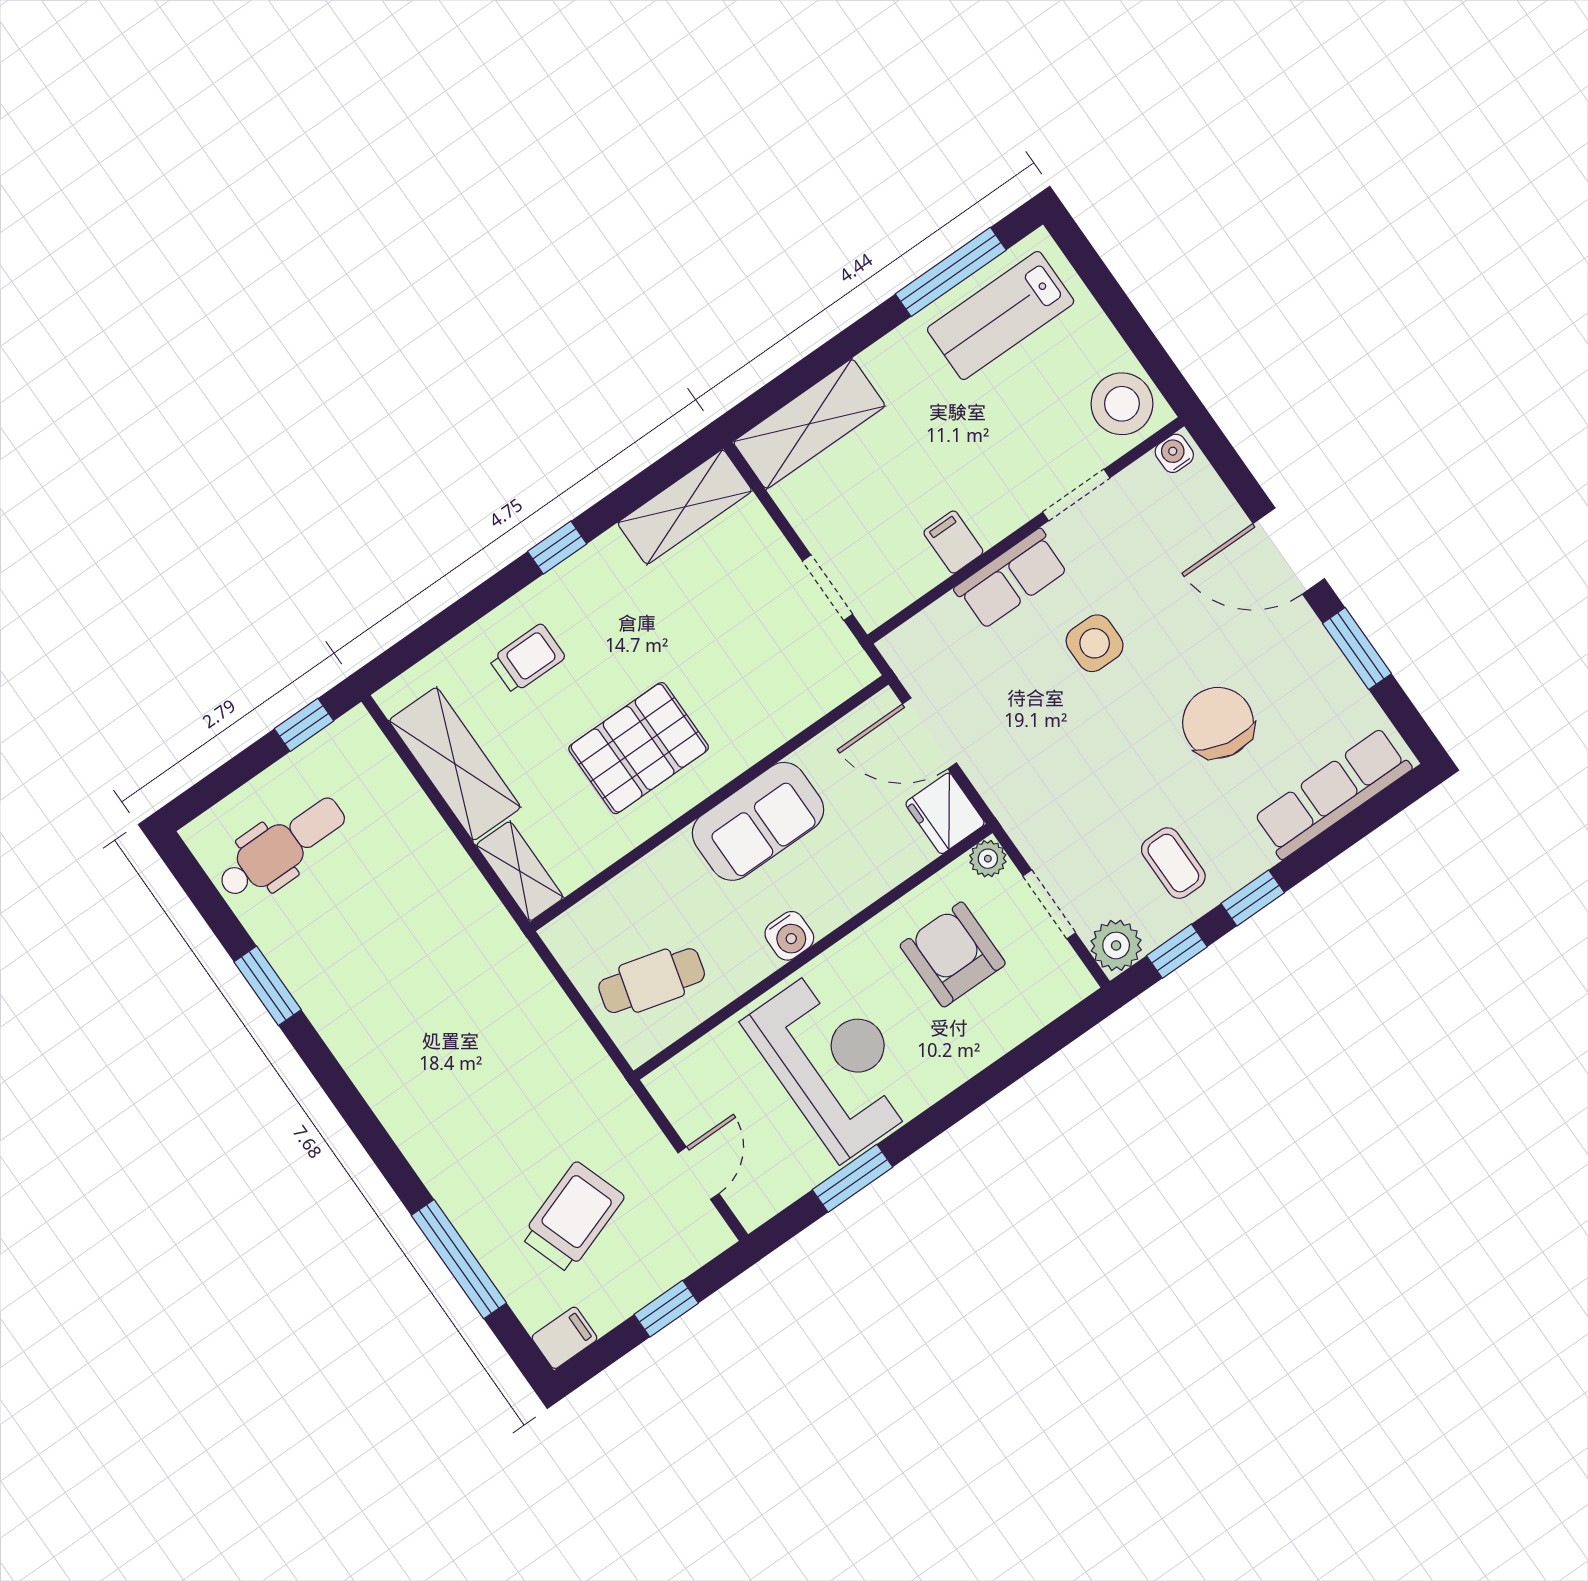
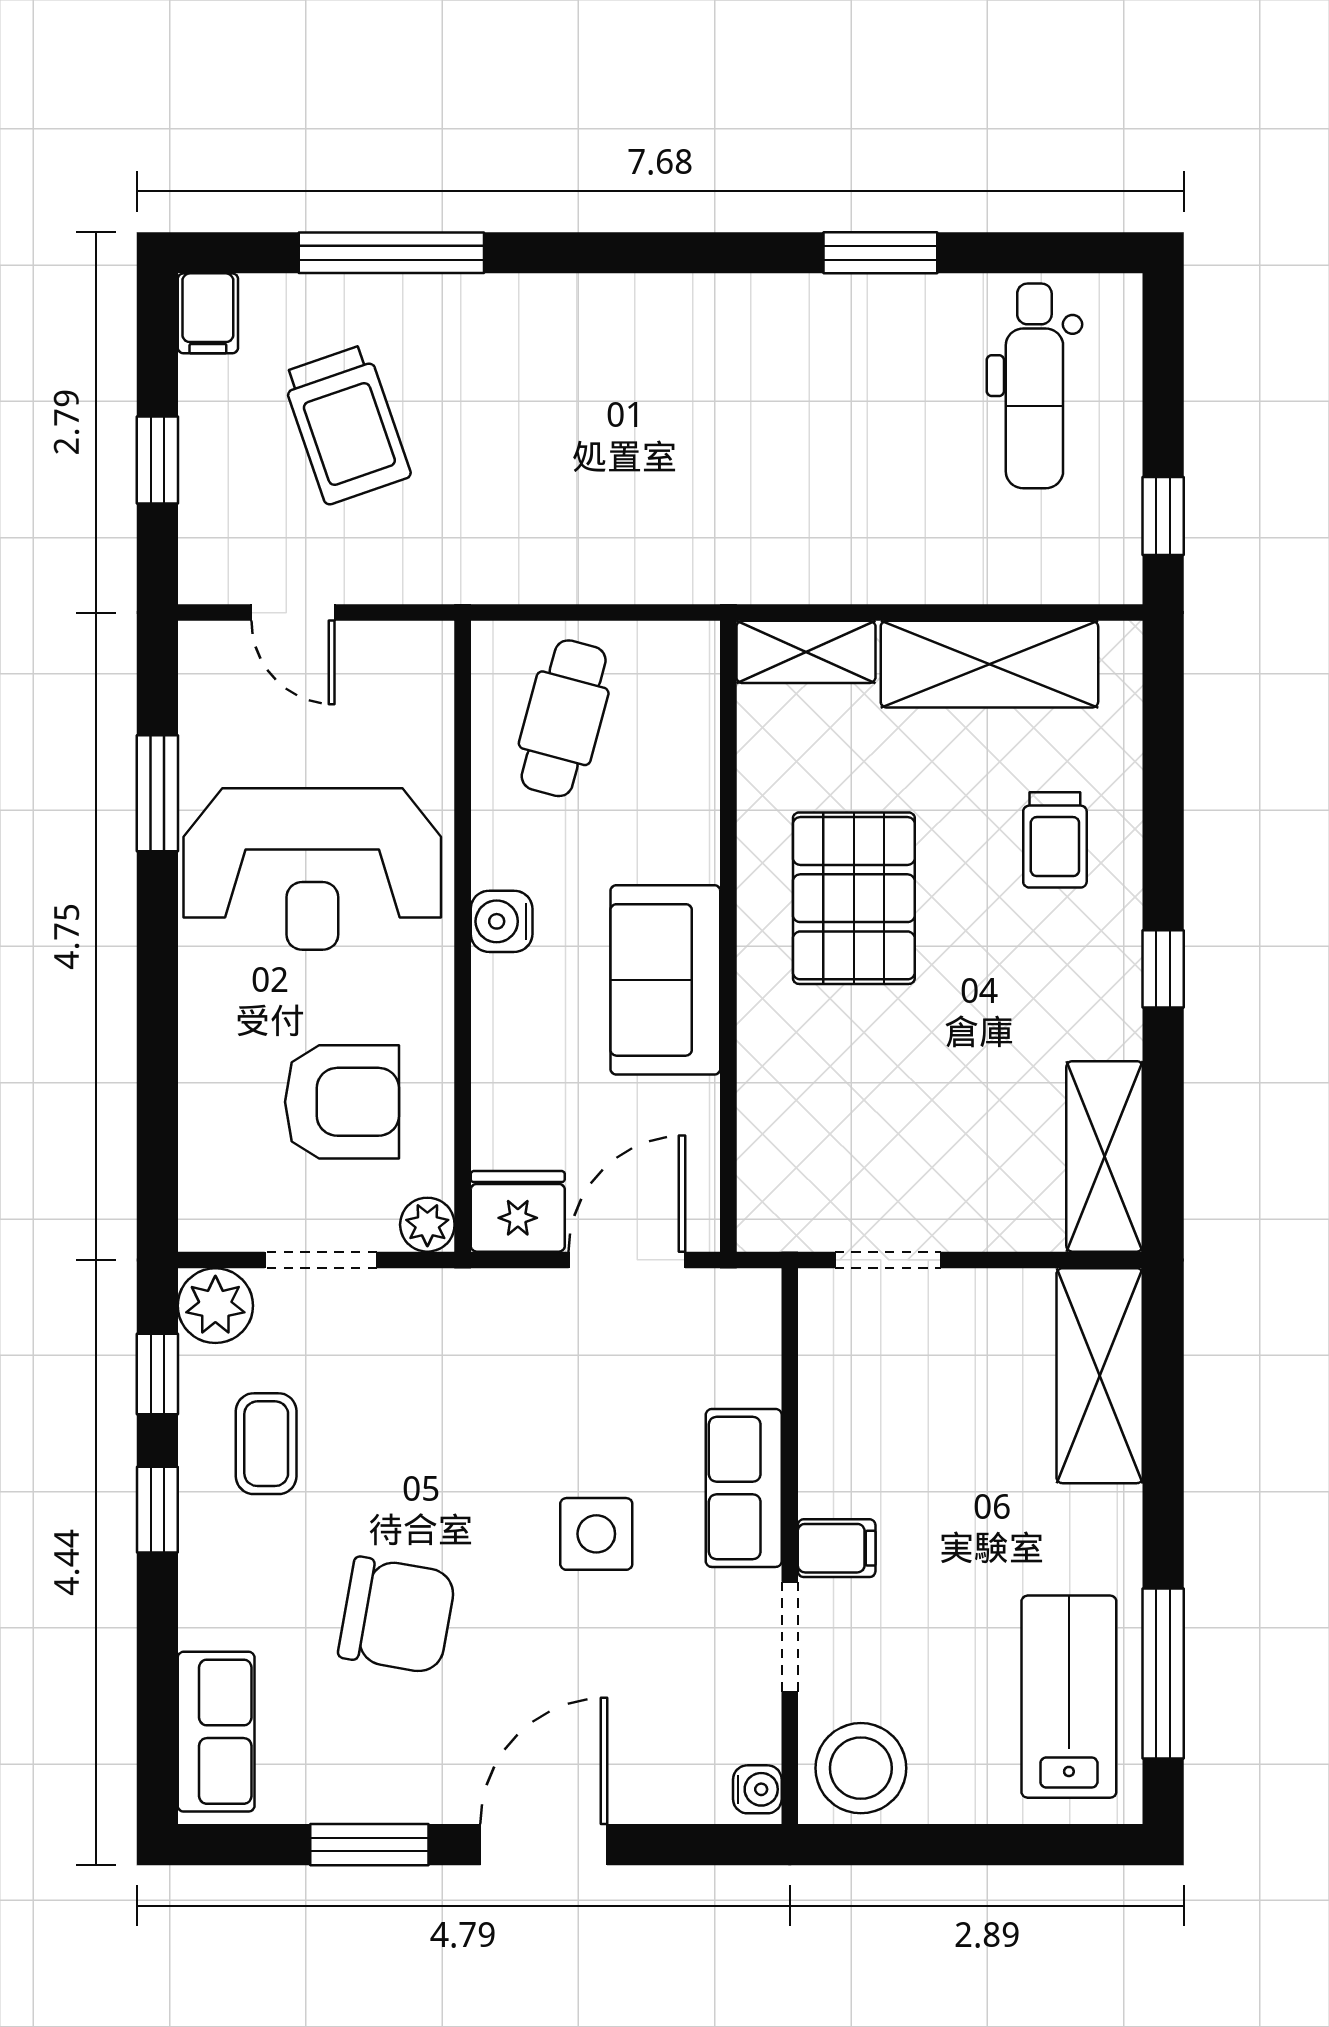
filing cabinet: (953, 542) -> (837, 1548), moved
row of seats: (1332, 793) -> (216, 1732), width x0.68
coffee table: (1173, 863) -> (266, 1444), turned 90

